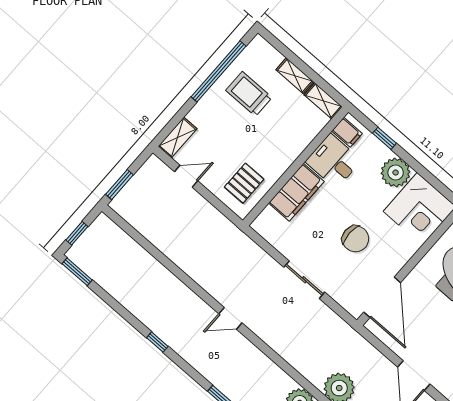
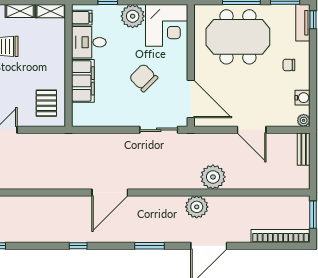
chair: (355, 239) -> (144, 78), turned -135
sliding door: (304, 280) -> (159, 130), moved
door: (230, 318) -> (110, 192), width x1.88

